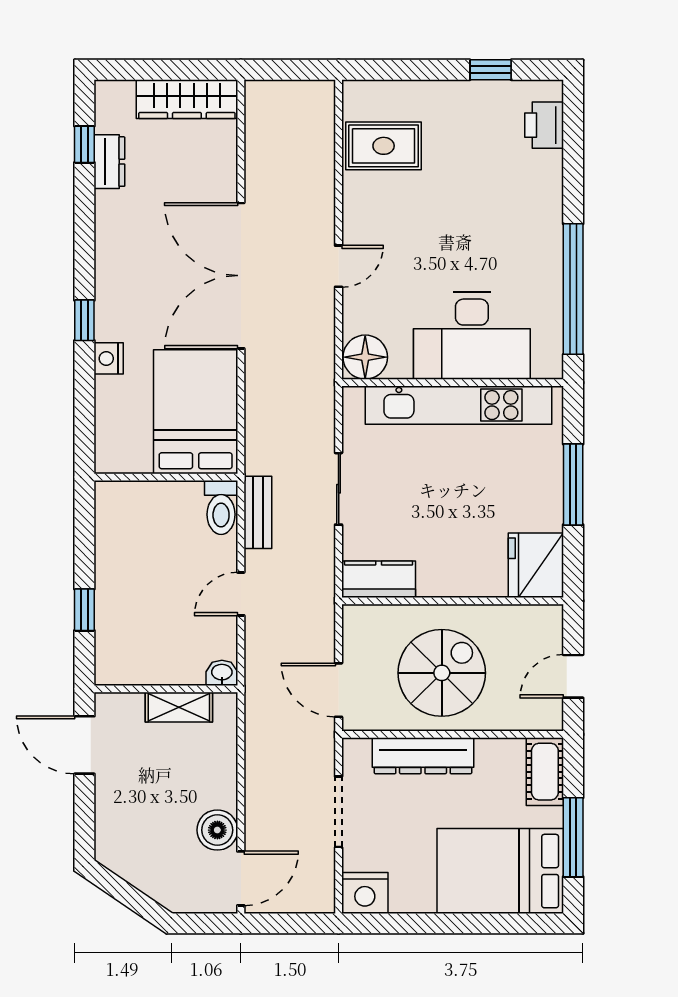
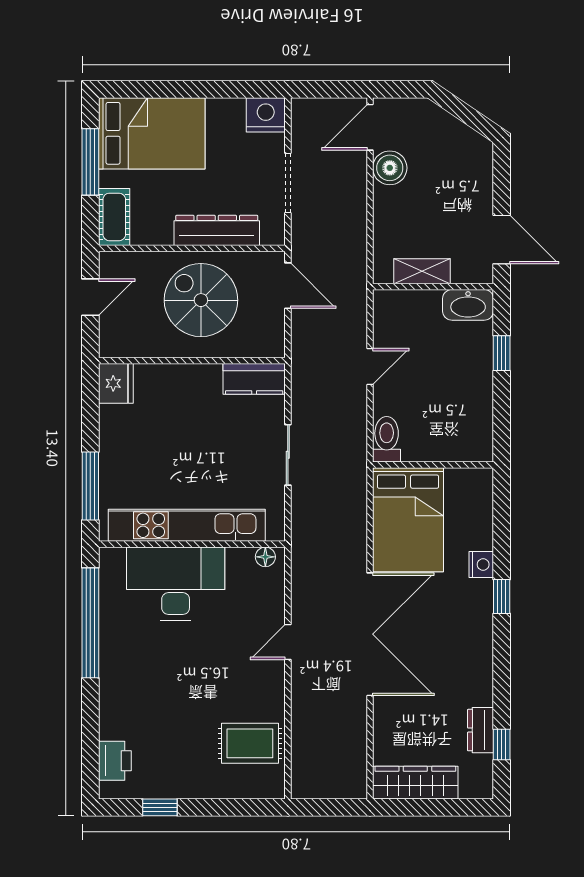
floor lamp: (365, 357) -> (265, 557), width x0.53, depth x0.53
window: (573, 484) -> (90, 486), moved
bench: (258, 512) -> (356, 435), removed
fridge: (536, 565) -> (116, 383), width x0.73, depth x0.75
washbasin: (222, 673) -> (468, 305), moved, width x1.91, depth x1.45
spiral stairs: (442, 673) -> (201, 300), turned 90

